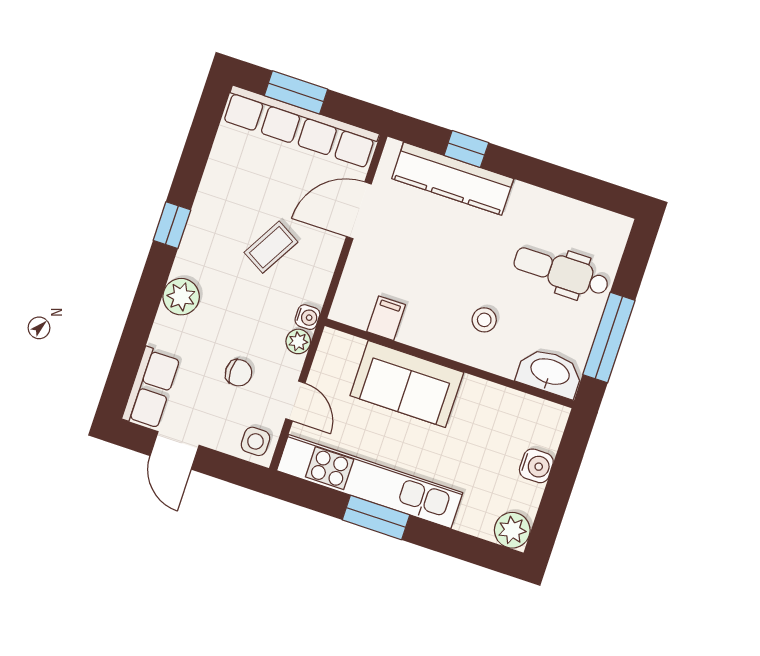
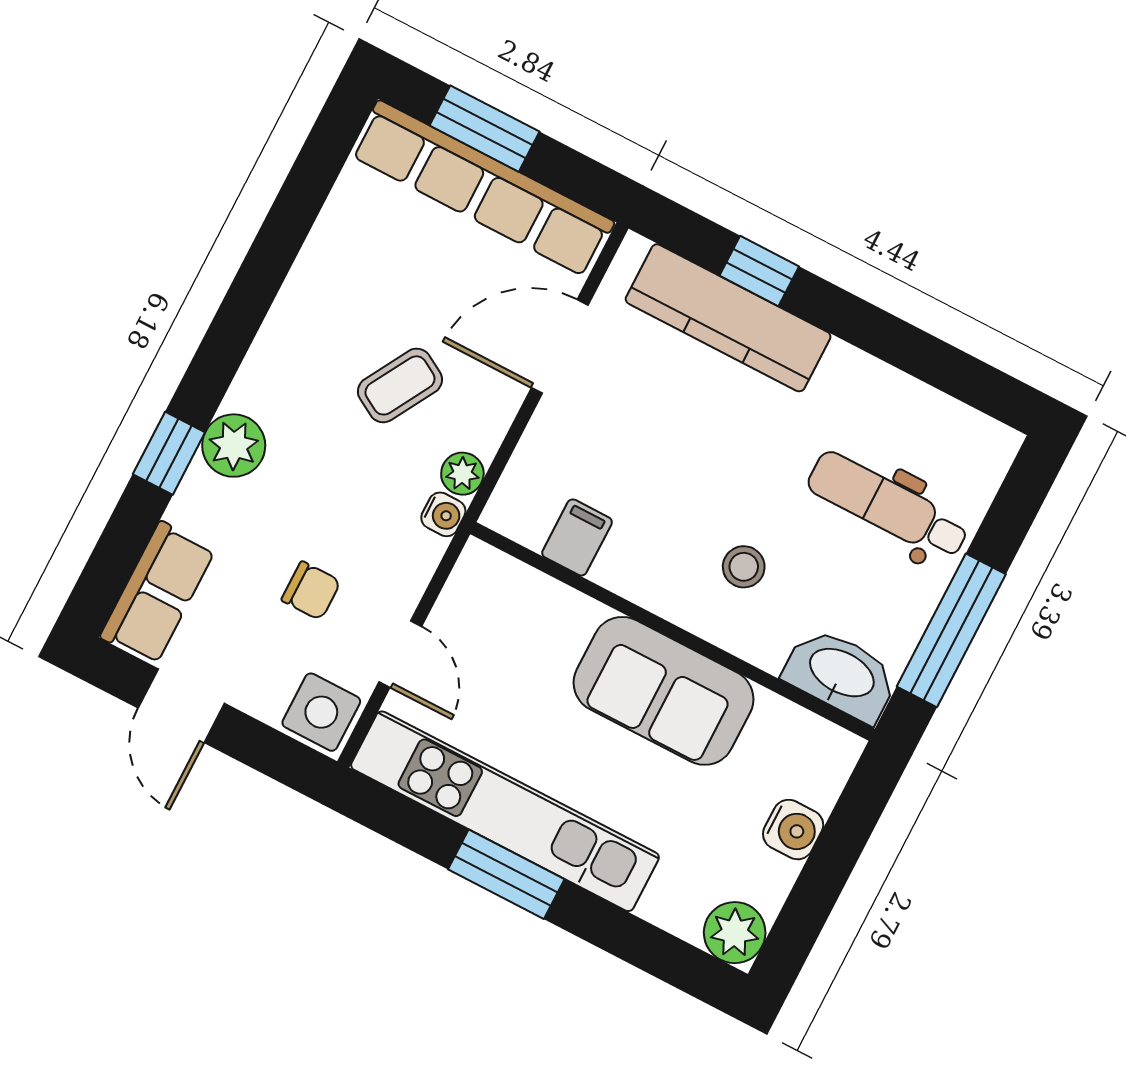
window: (172, 225) -> (169, 453), moved
plant: (298, 341) -> (462, 474), moved
sofa: (407, 384) -> (664, 691), moved
side table: (255, 441) -> (321, 712), width x1.37, depth x1.37

